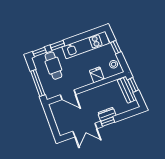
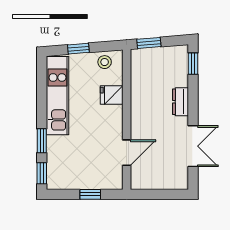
cafe table: (53, 66) -> (72, 159), removed
window: (38, 83) -> (90, 194), width x0.46
bench: (127, 90) -> (153, 56), removed
window: (108, 122) -> (193, 64), moved

